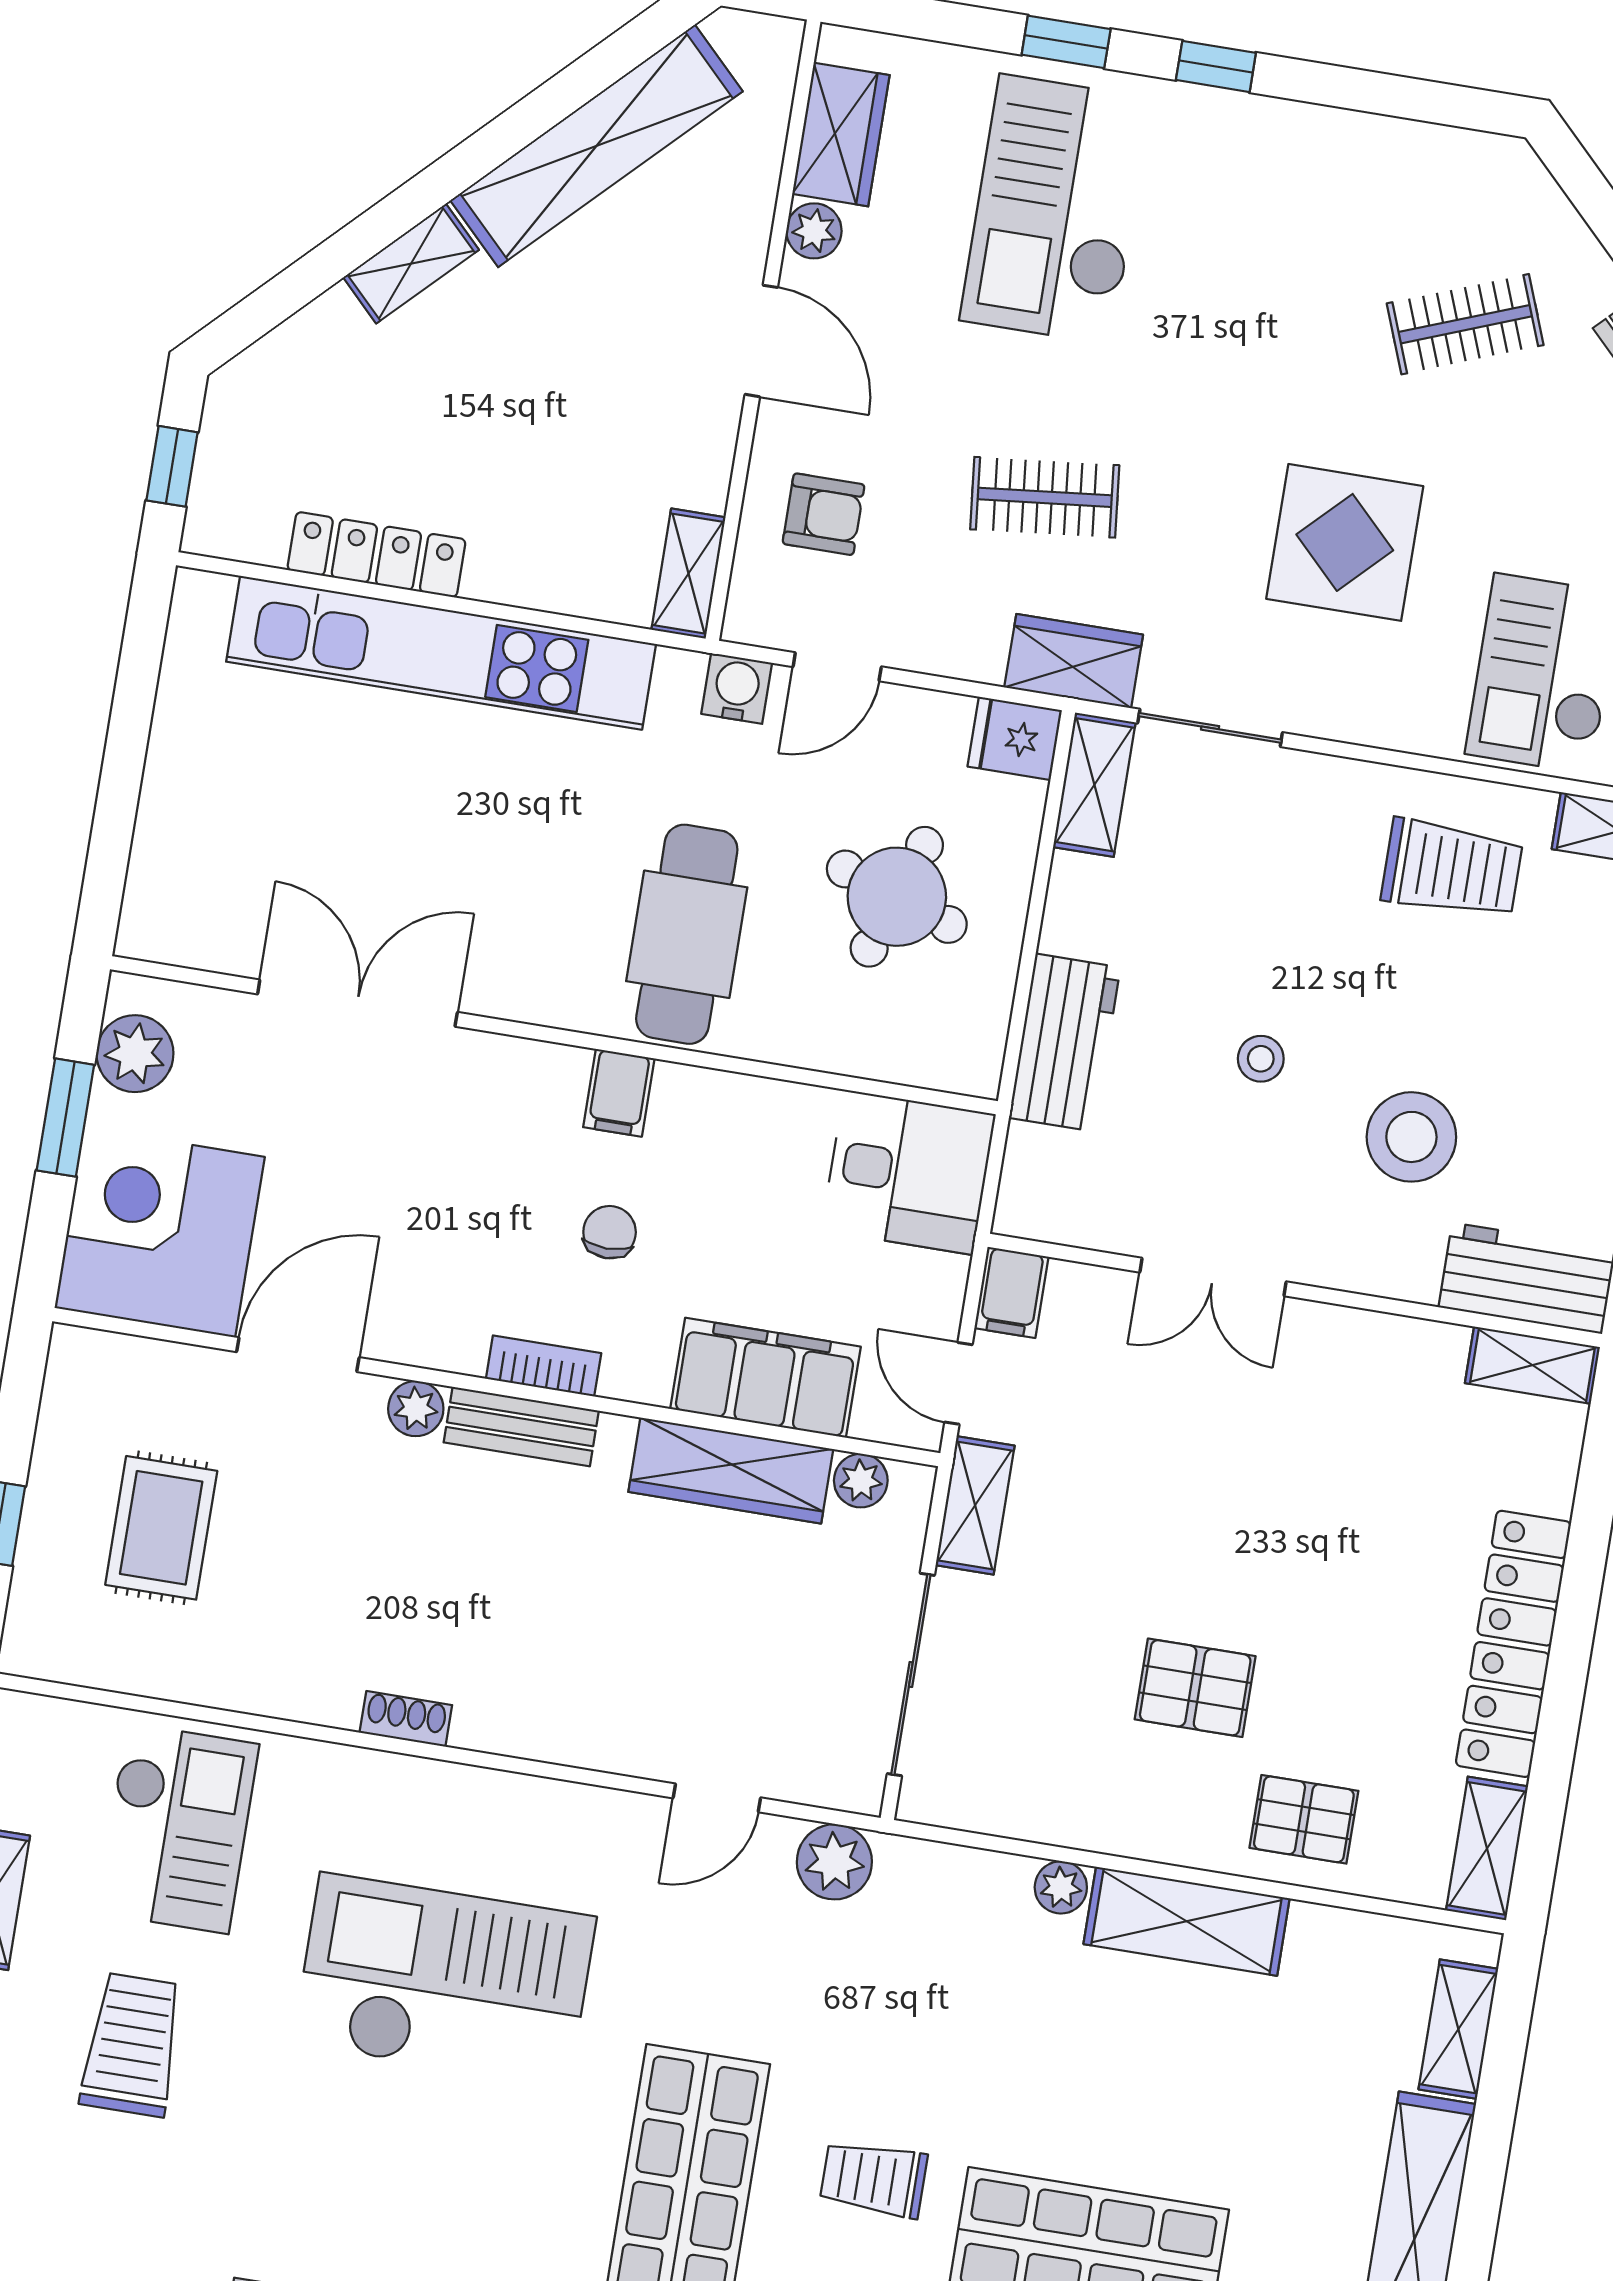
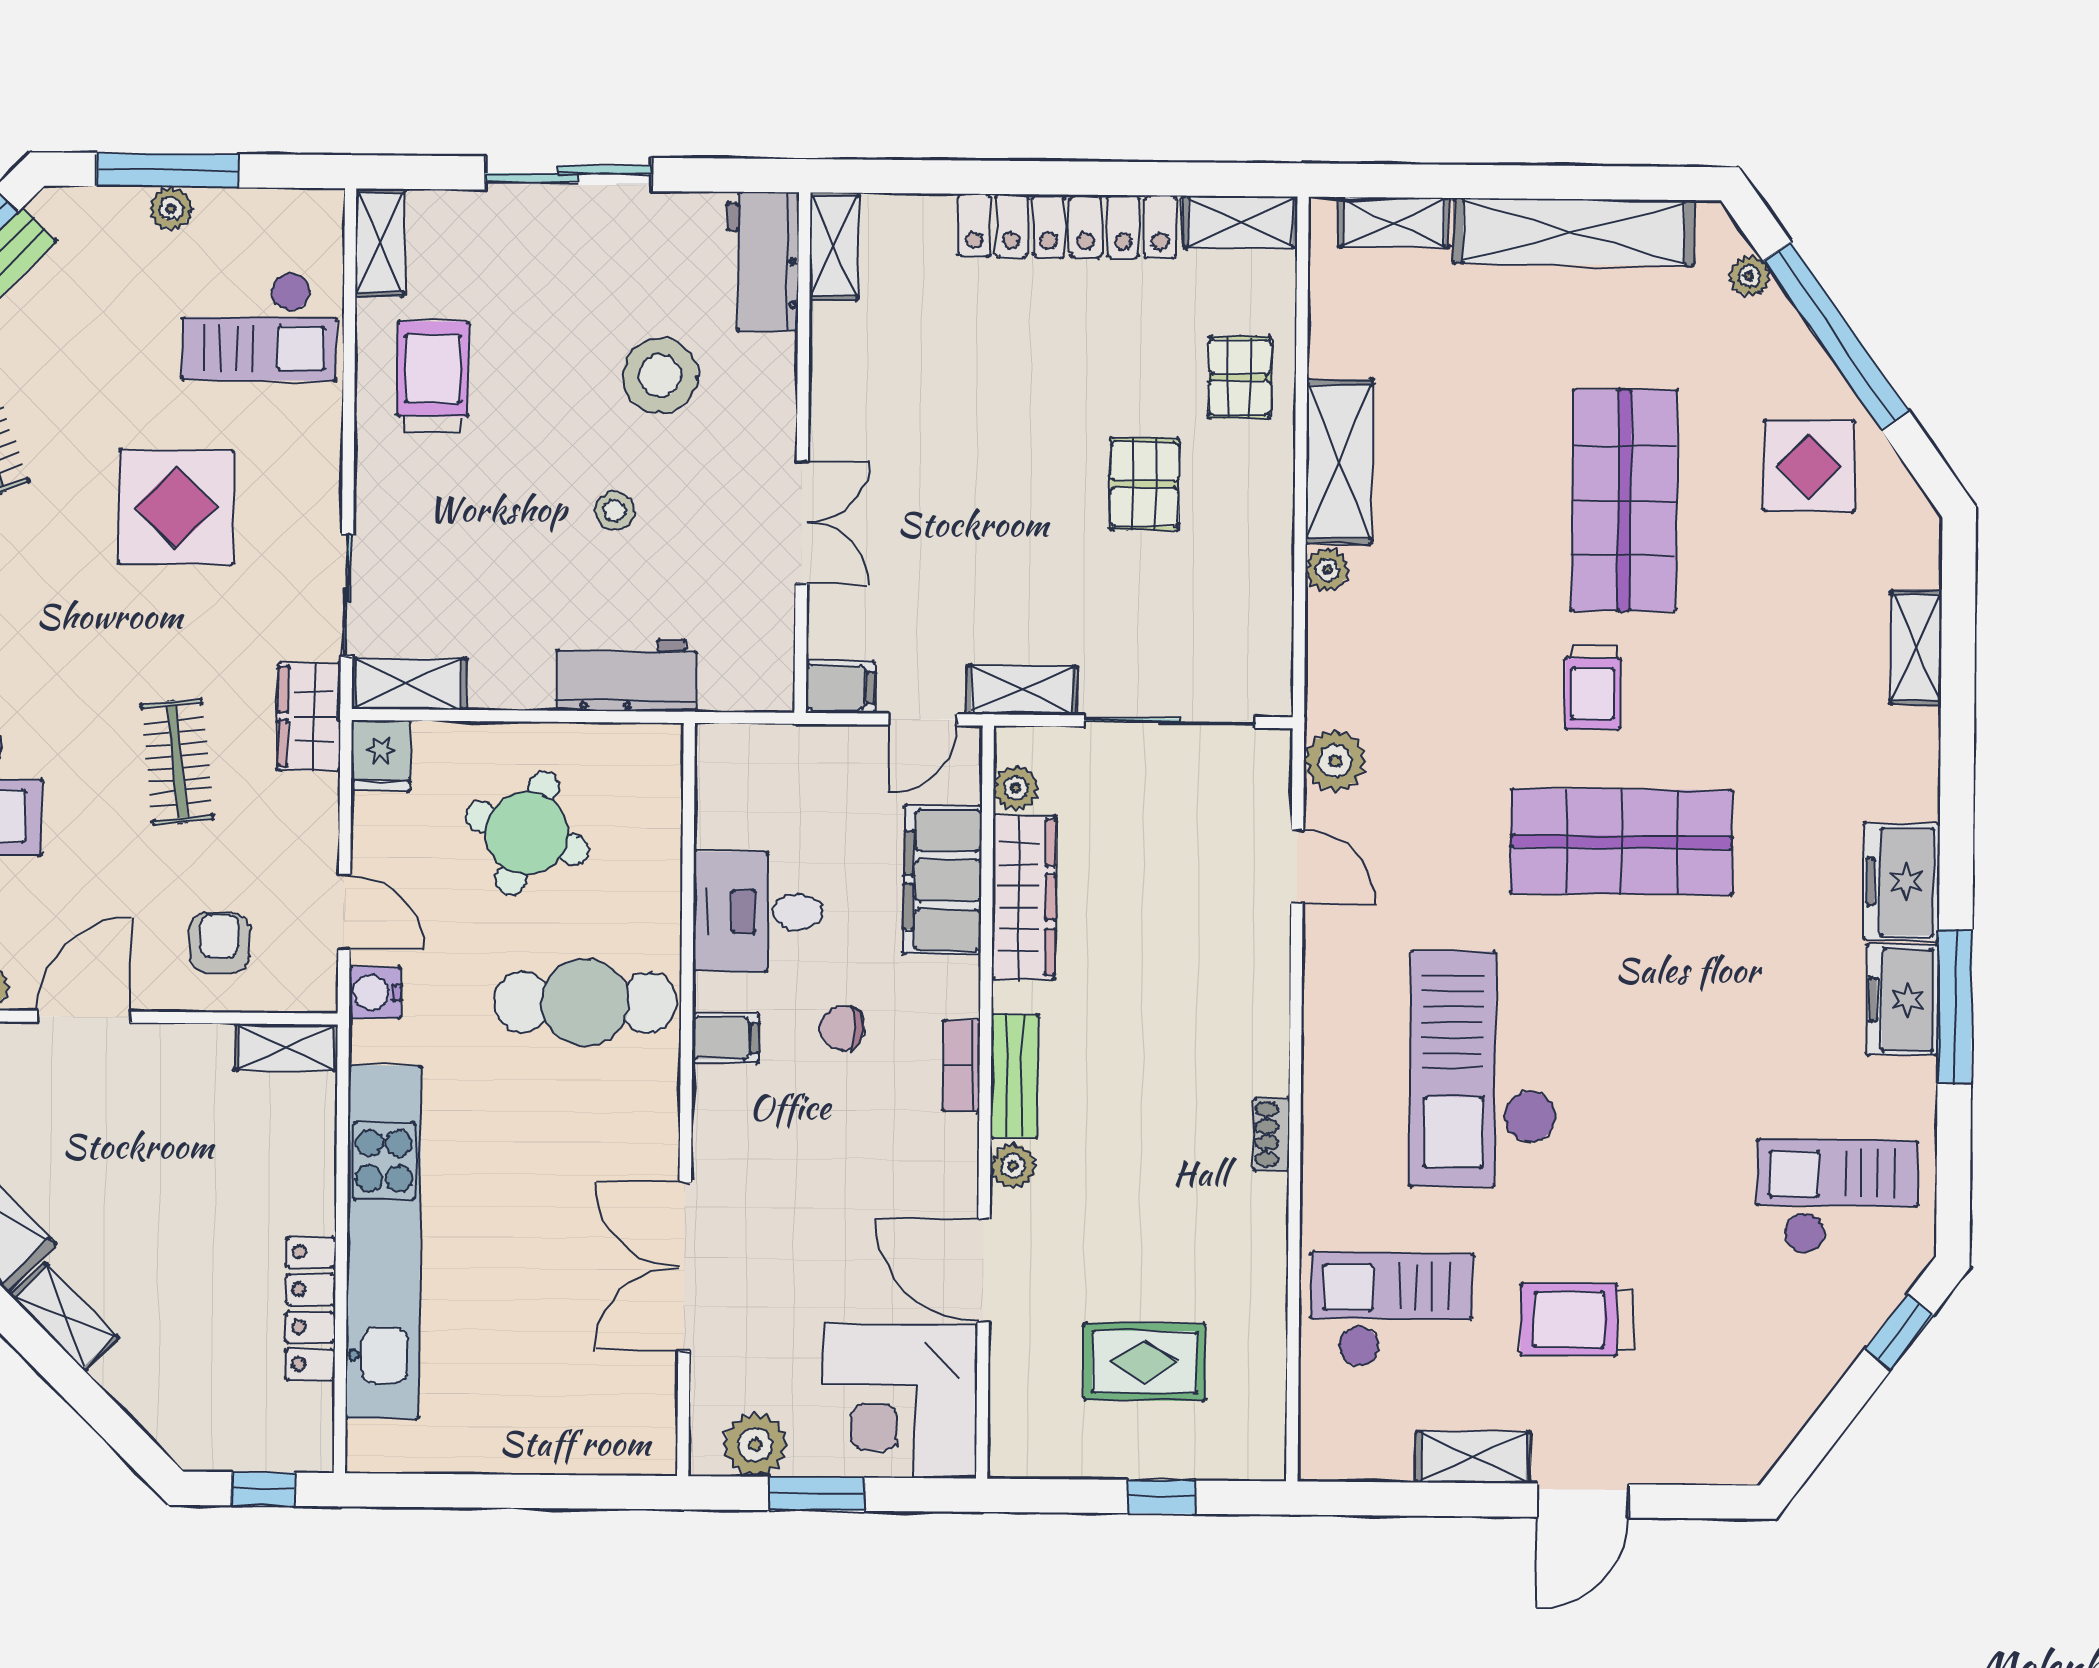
desk: (909, 1172) -> (758, 912), moved, turned -90

